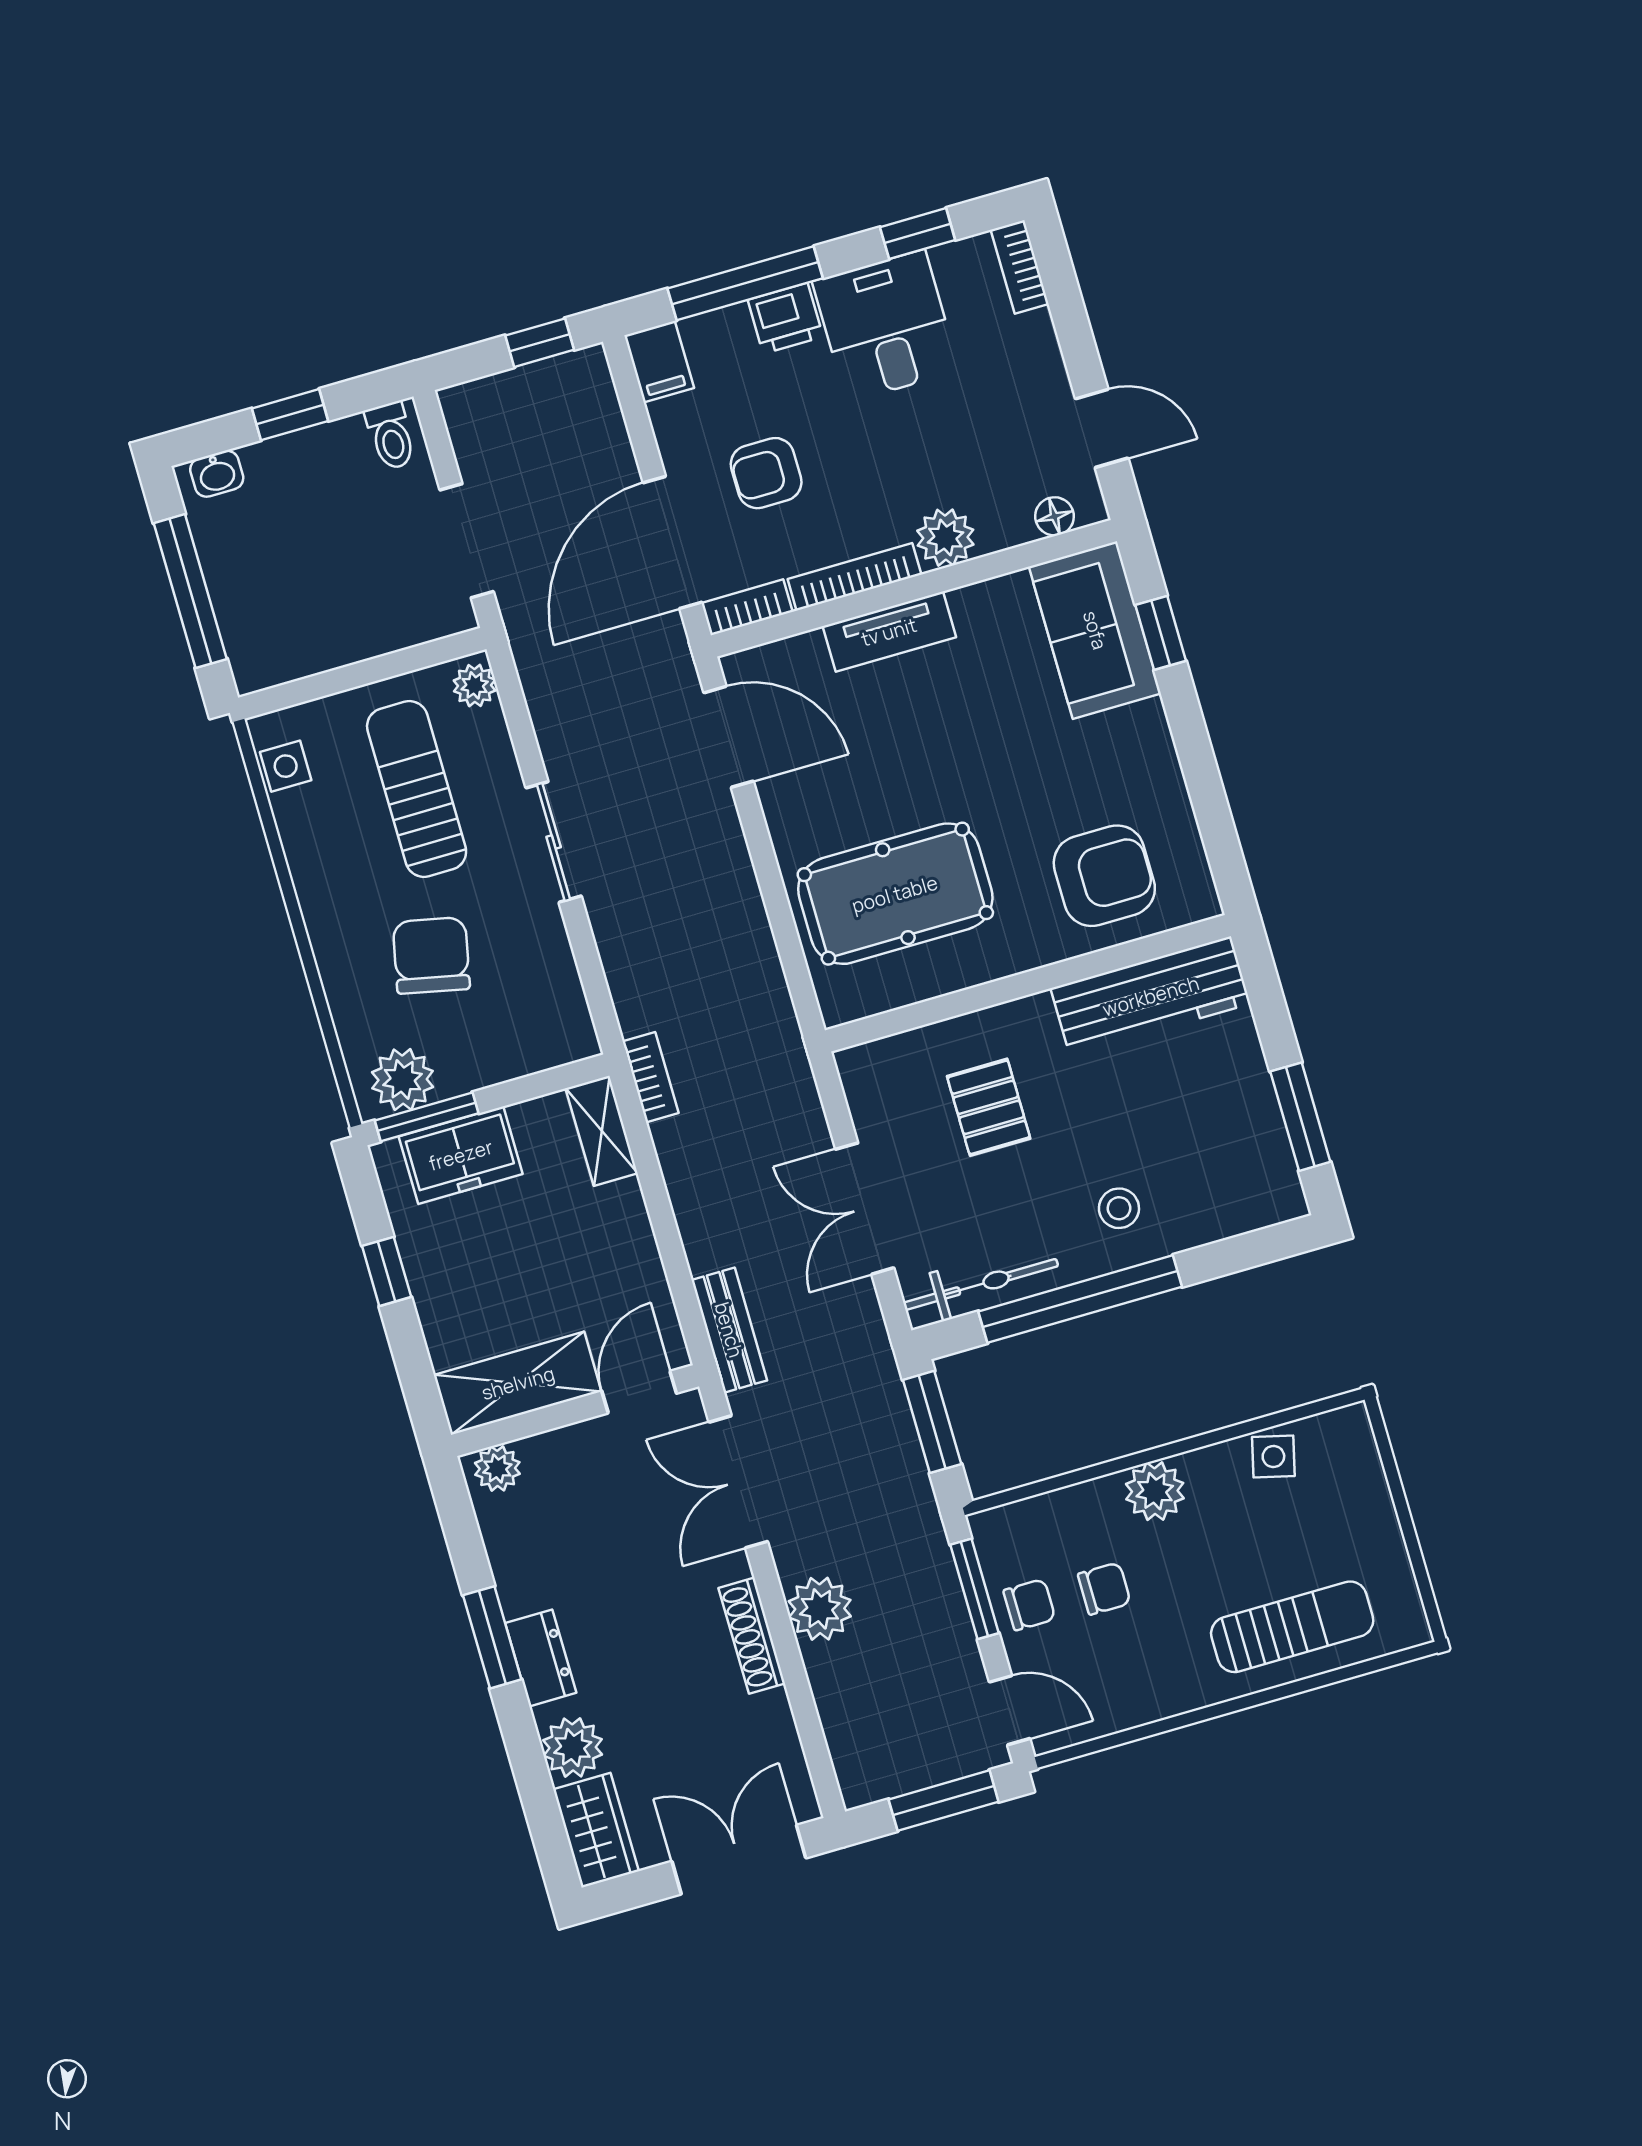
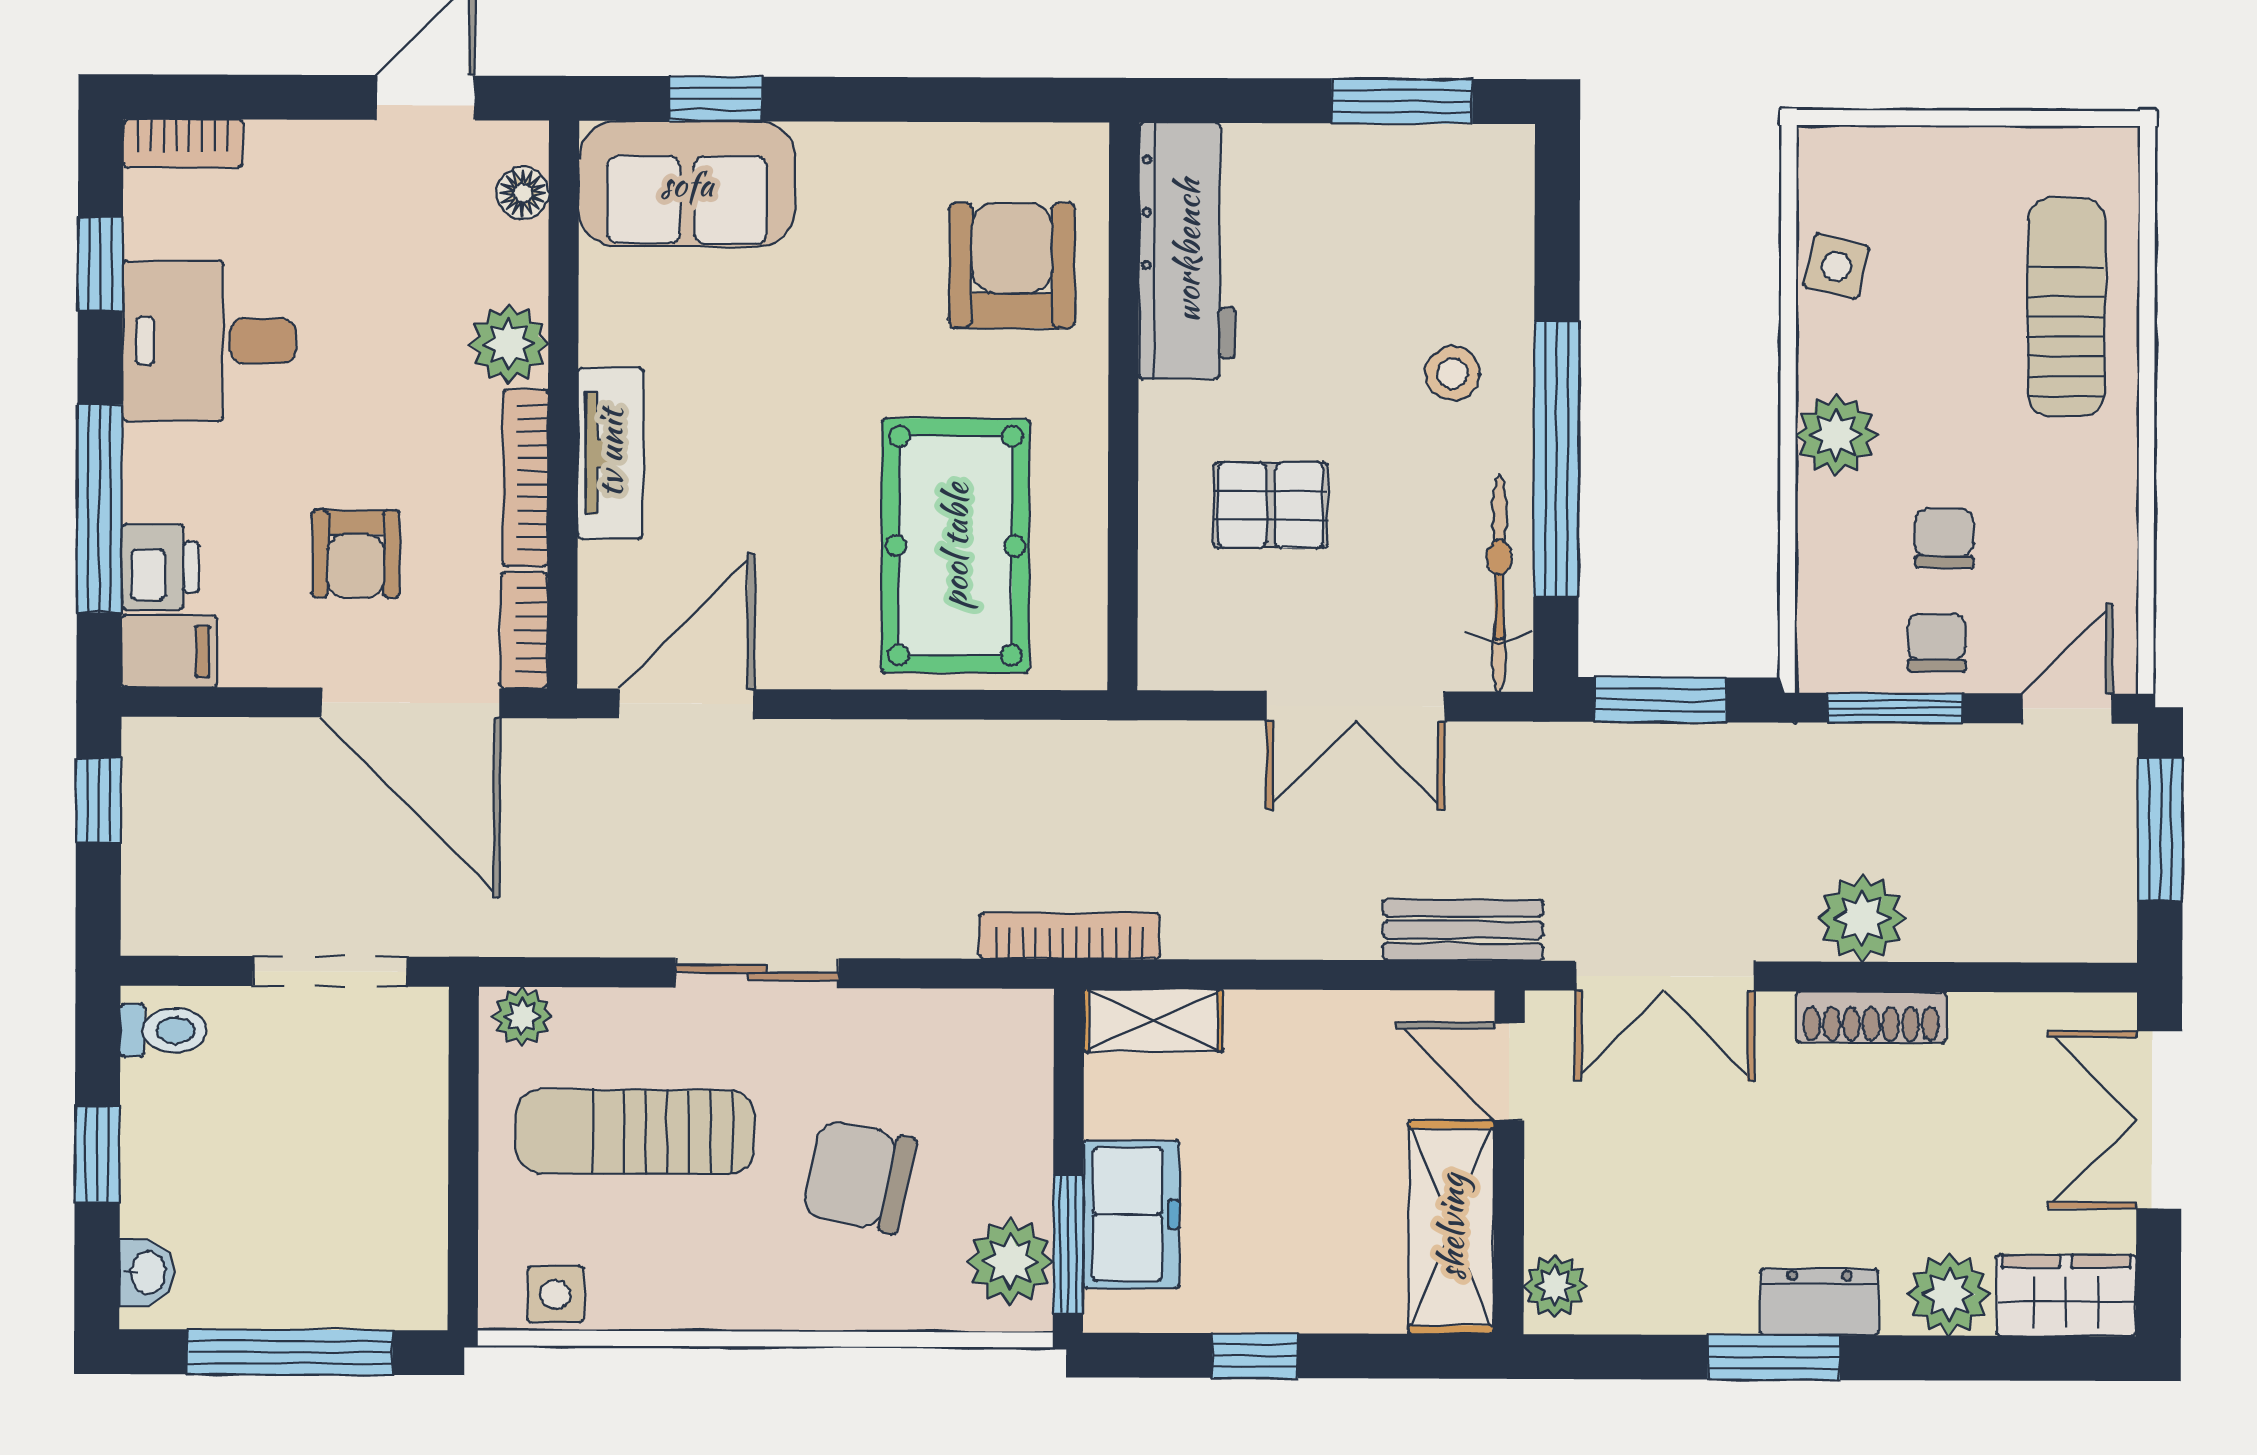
printer: (785, 318) -> (160, 567), moved
bookcase: (651, 1077) -> (1069, 936), width x1.56

